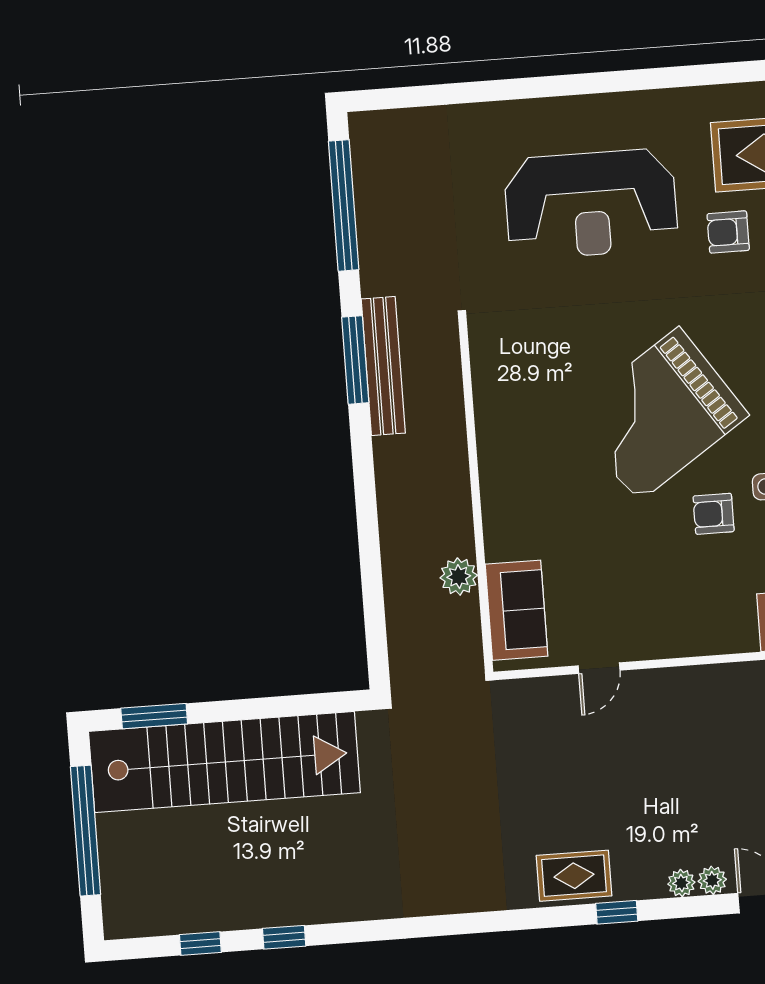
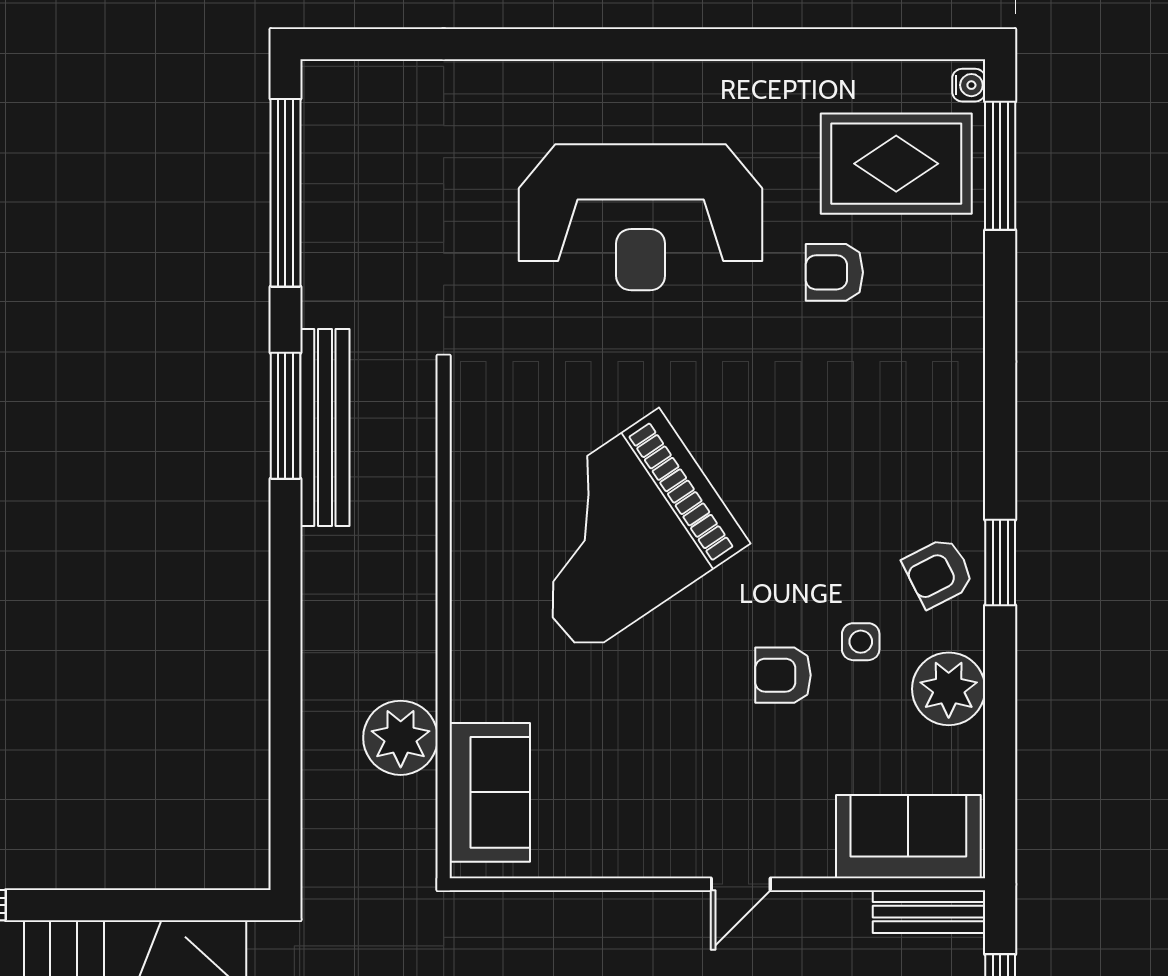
grand piano: (658, 415) -> (620, 533), moved
plant: (459, 577) -> (401, 738), width x1.36, depth x1.36
door: (599, 668) -> (741, 884), moved

